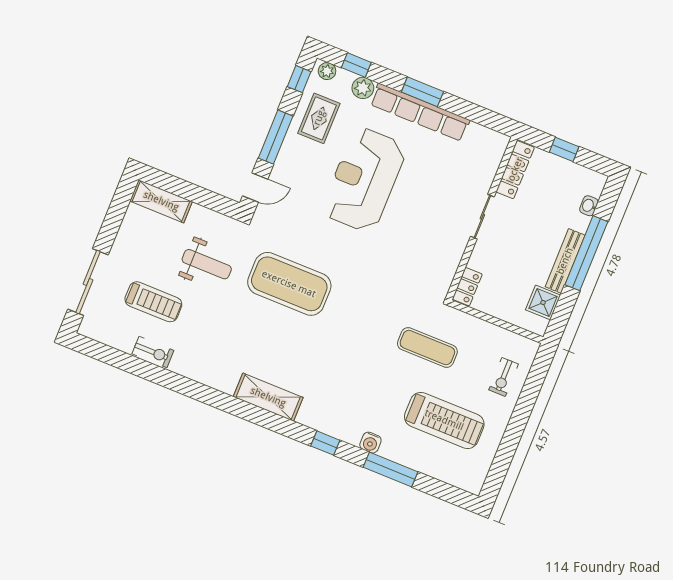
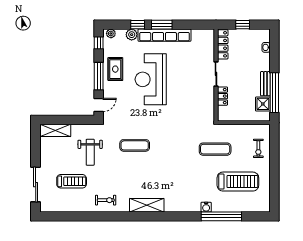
window: (356, 65) -> (138, 25), moved
rug: (319, 118) -> (115, 69), moved
window: (586, 253) -> (274, 93), moved
bench: (565, 261) -> (265, 84), width x0.73
weight bench: (207, 264) -> (90, 152), turned 90
exercise mat: (289, 284) -> (135, 145), width x0.50, depth x0.69
locker: (467, 287) -> (222, 96), moved
exercise bike: (153, 352) -> (106, 200), moved
window: (325, 443) -> (184, 216), removed
window: (391, 470) -> (221, 216), width x1.46

